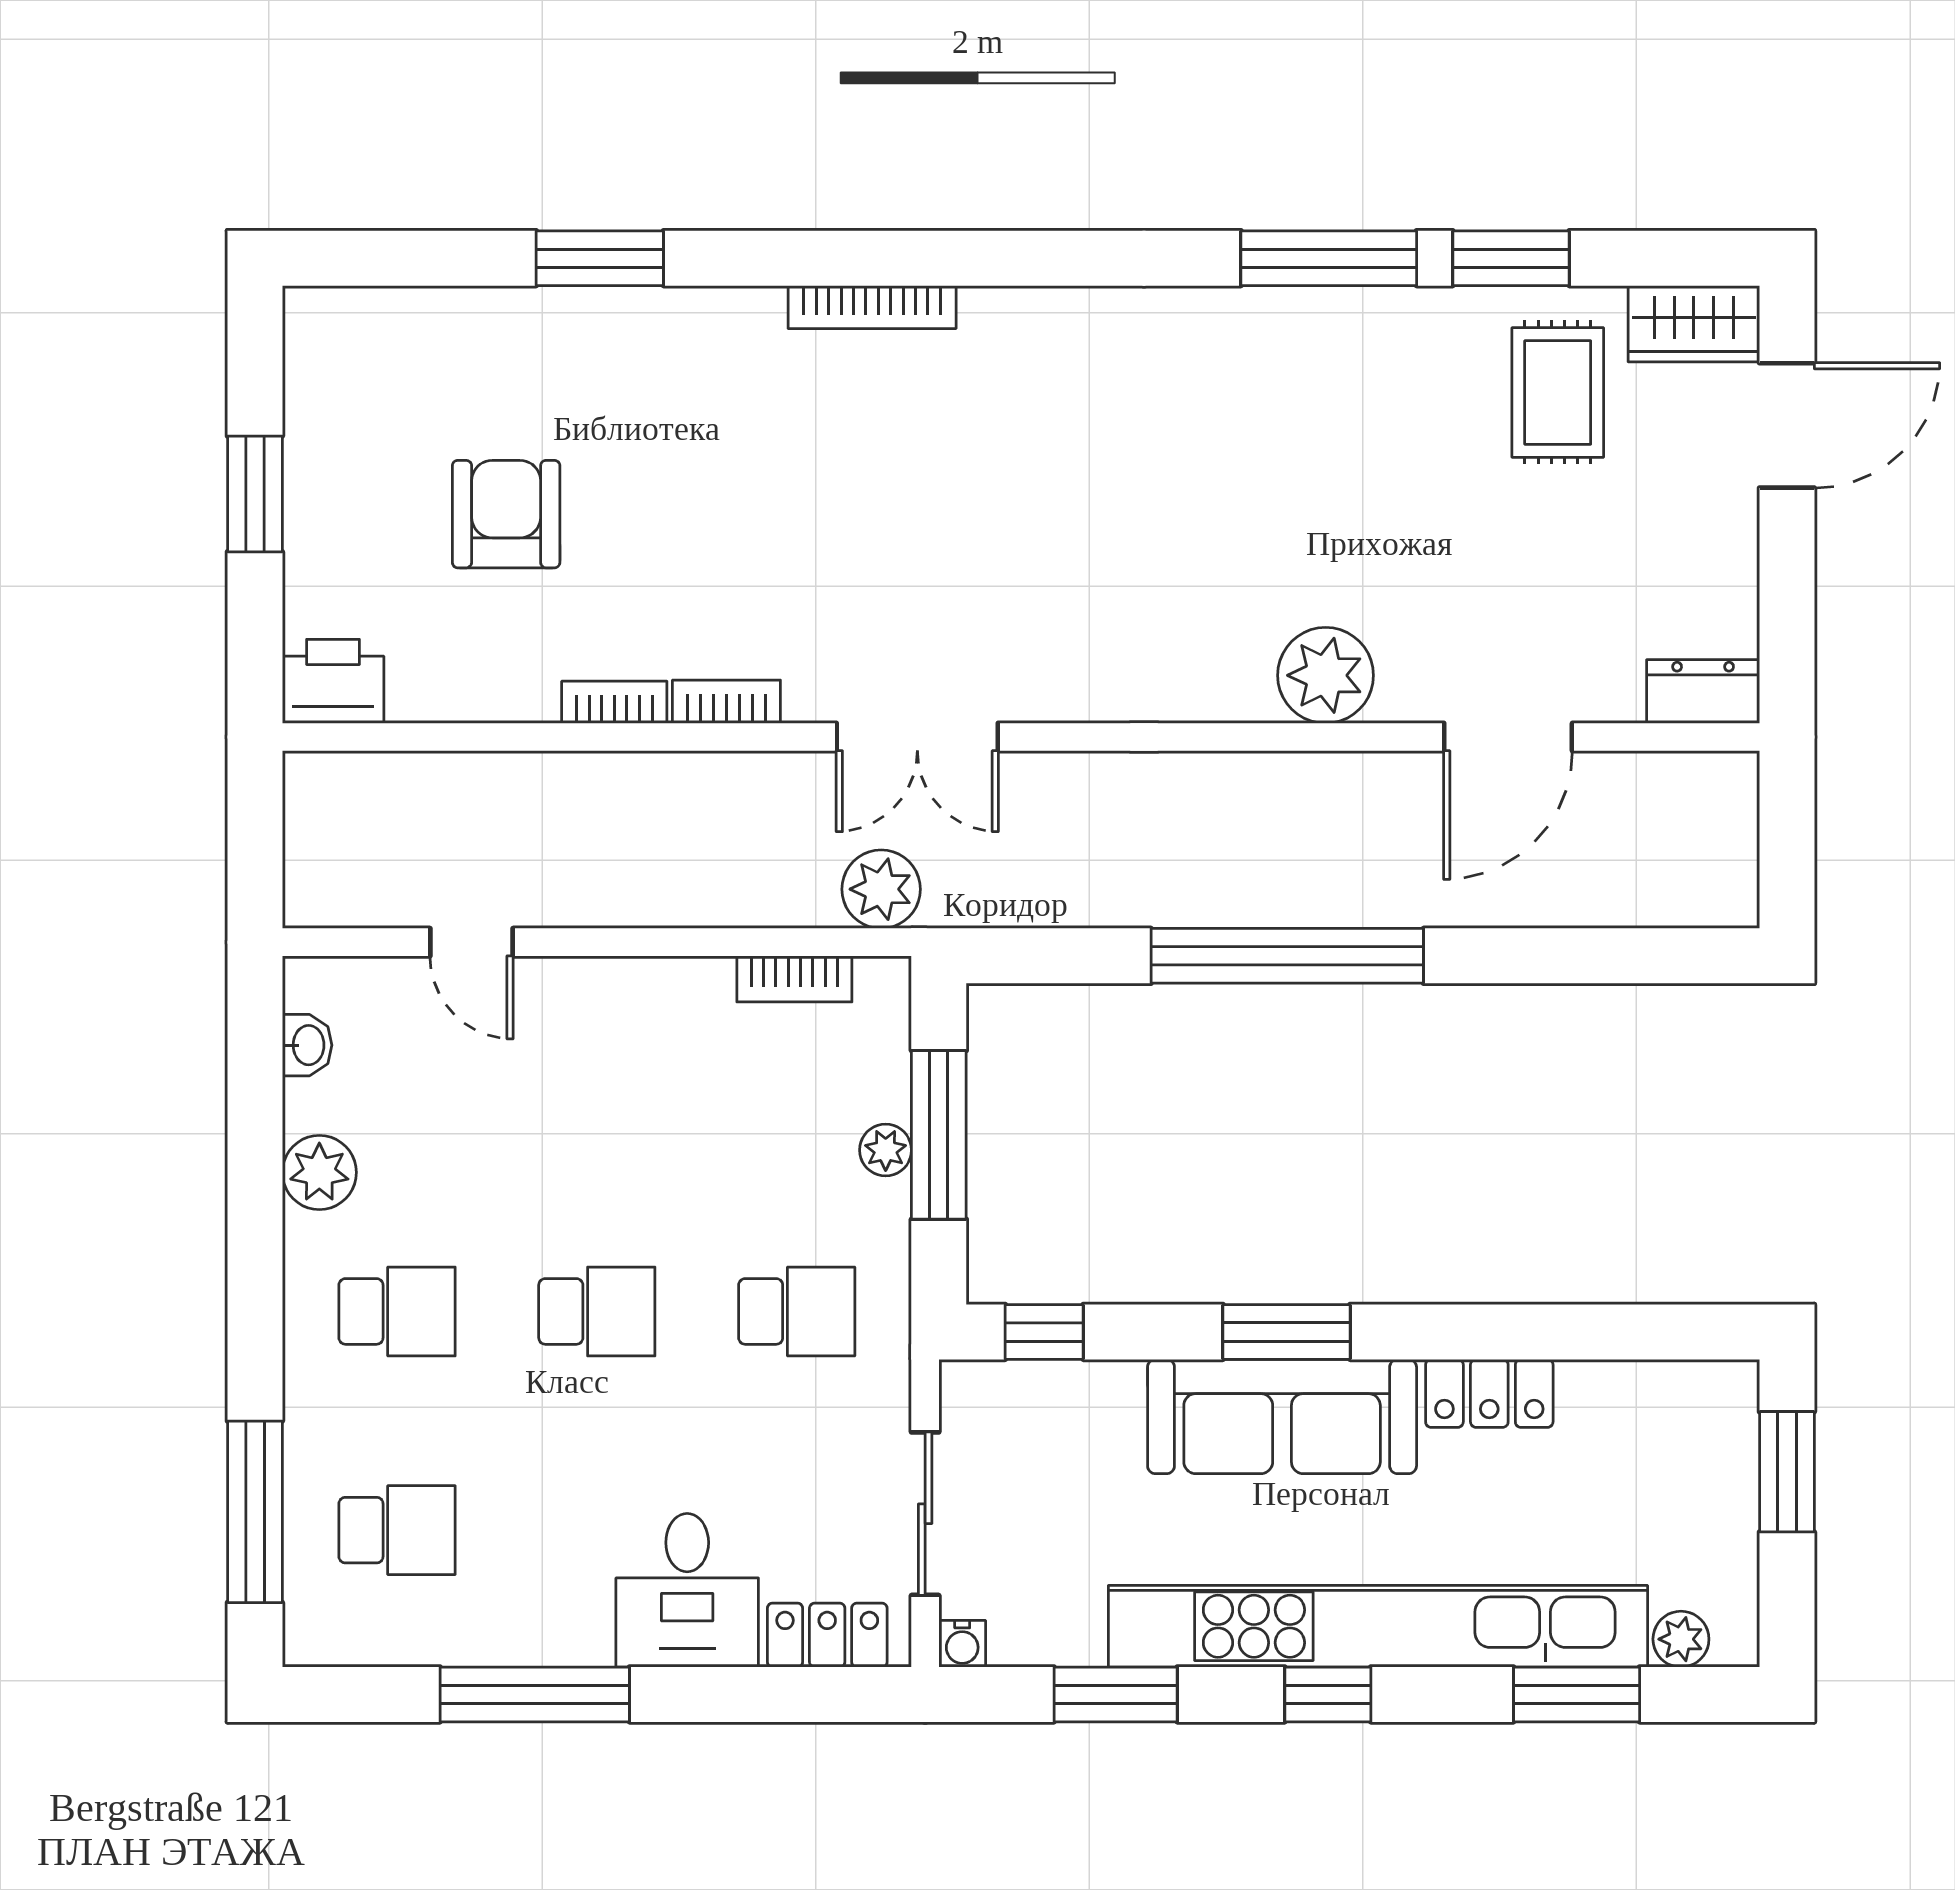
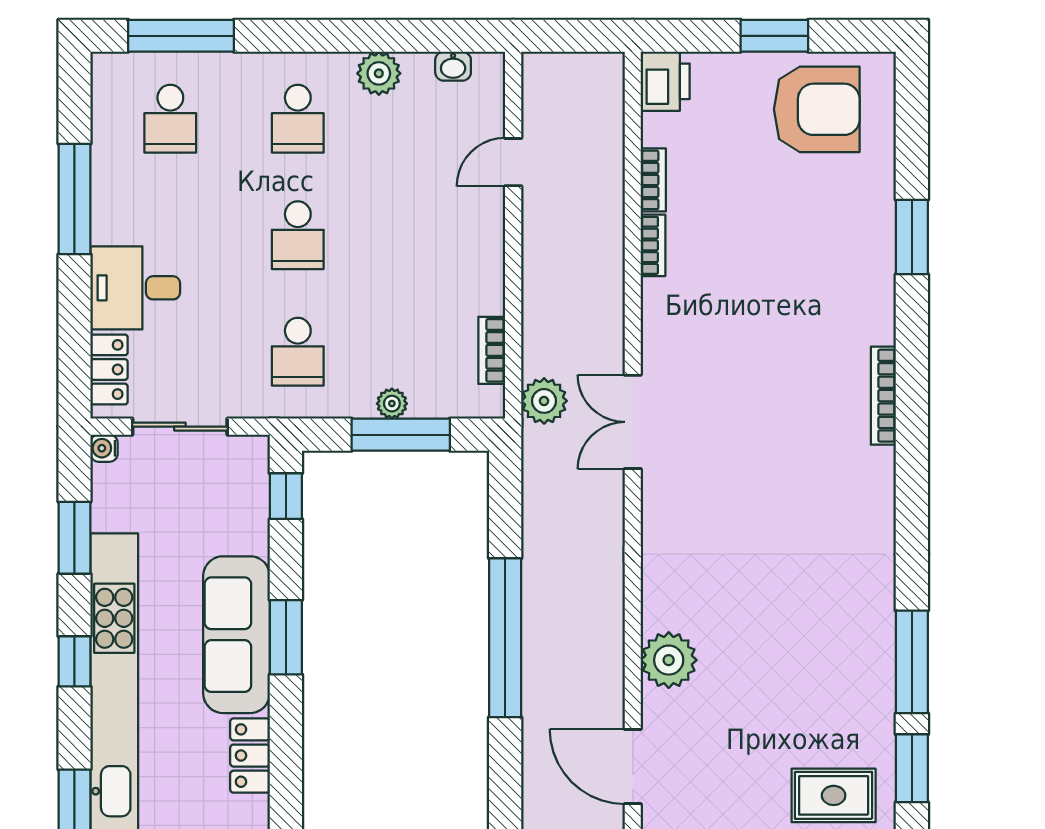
armchair: (506, 514) -> (817, 109), moved, width x1.36, depth x1.36
bookcase: (726, 702) -> (653, 180), moved

